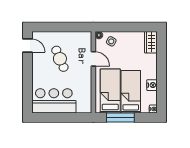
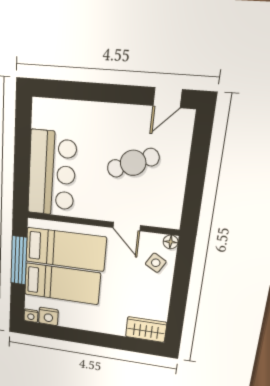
door: (93, 59) -> (127, 227), hinge flipped
nightstand: (152, 85) -> (48, 316), moved
bar counter: (54, 101) -> (52, 174), moved

